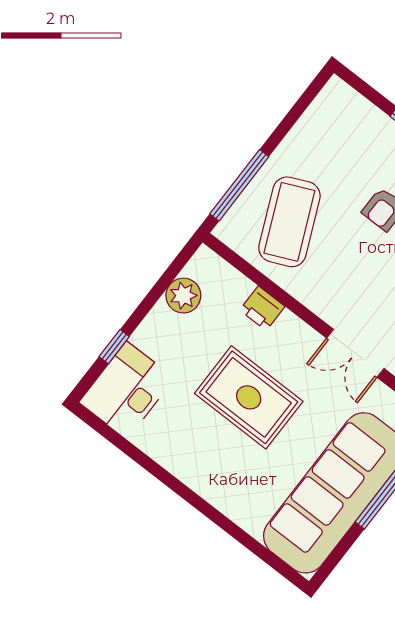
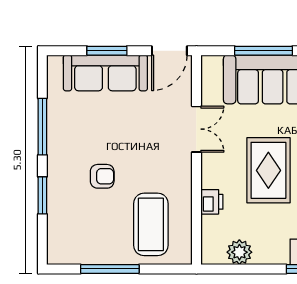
window: (239, 185) -> (110, 269), moved
coffee table: (289, 222) -> (151, 224), turned -66

